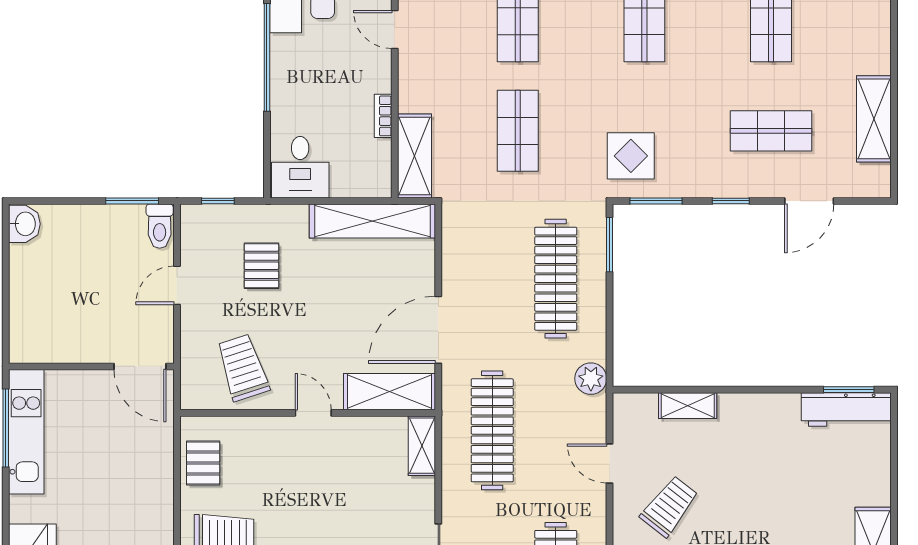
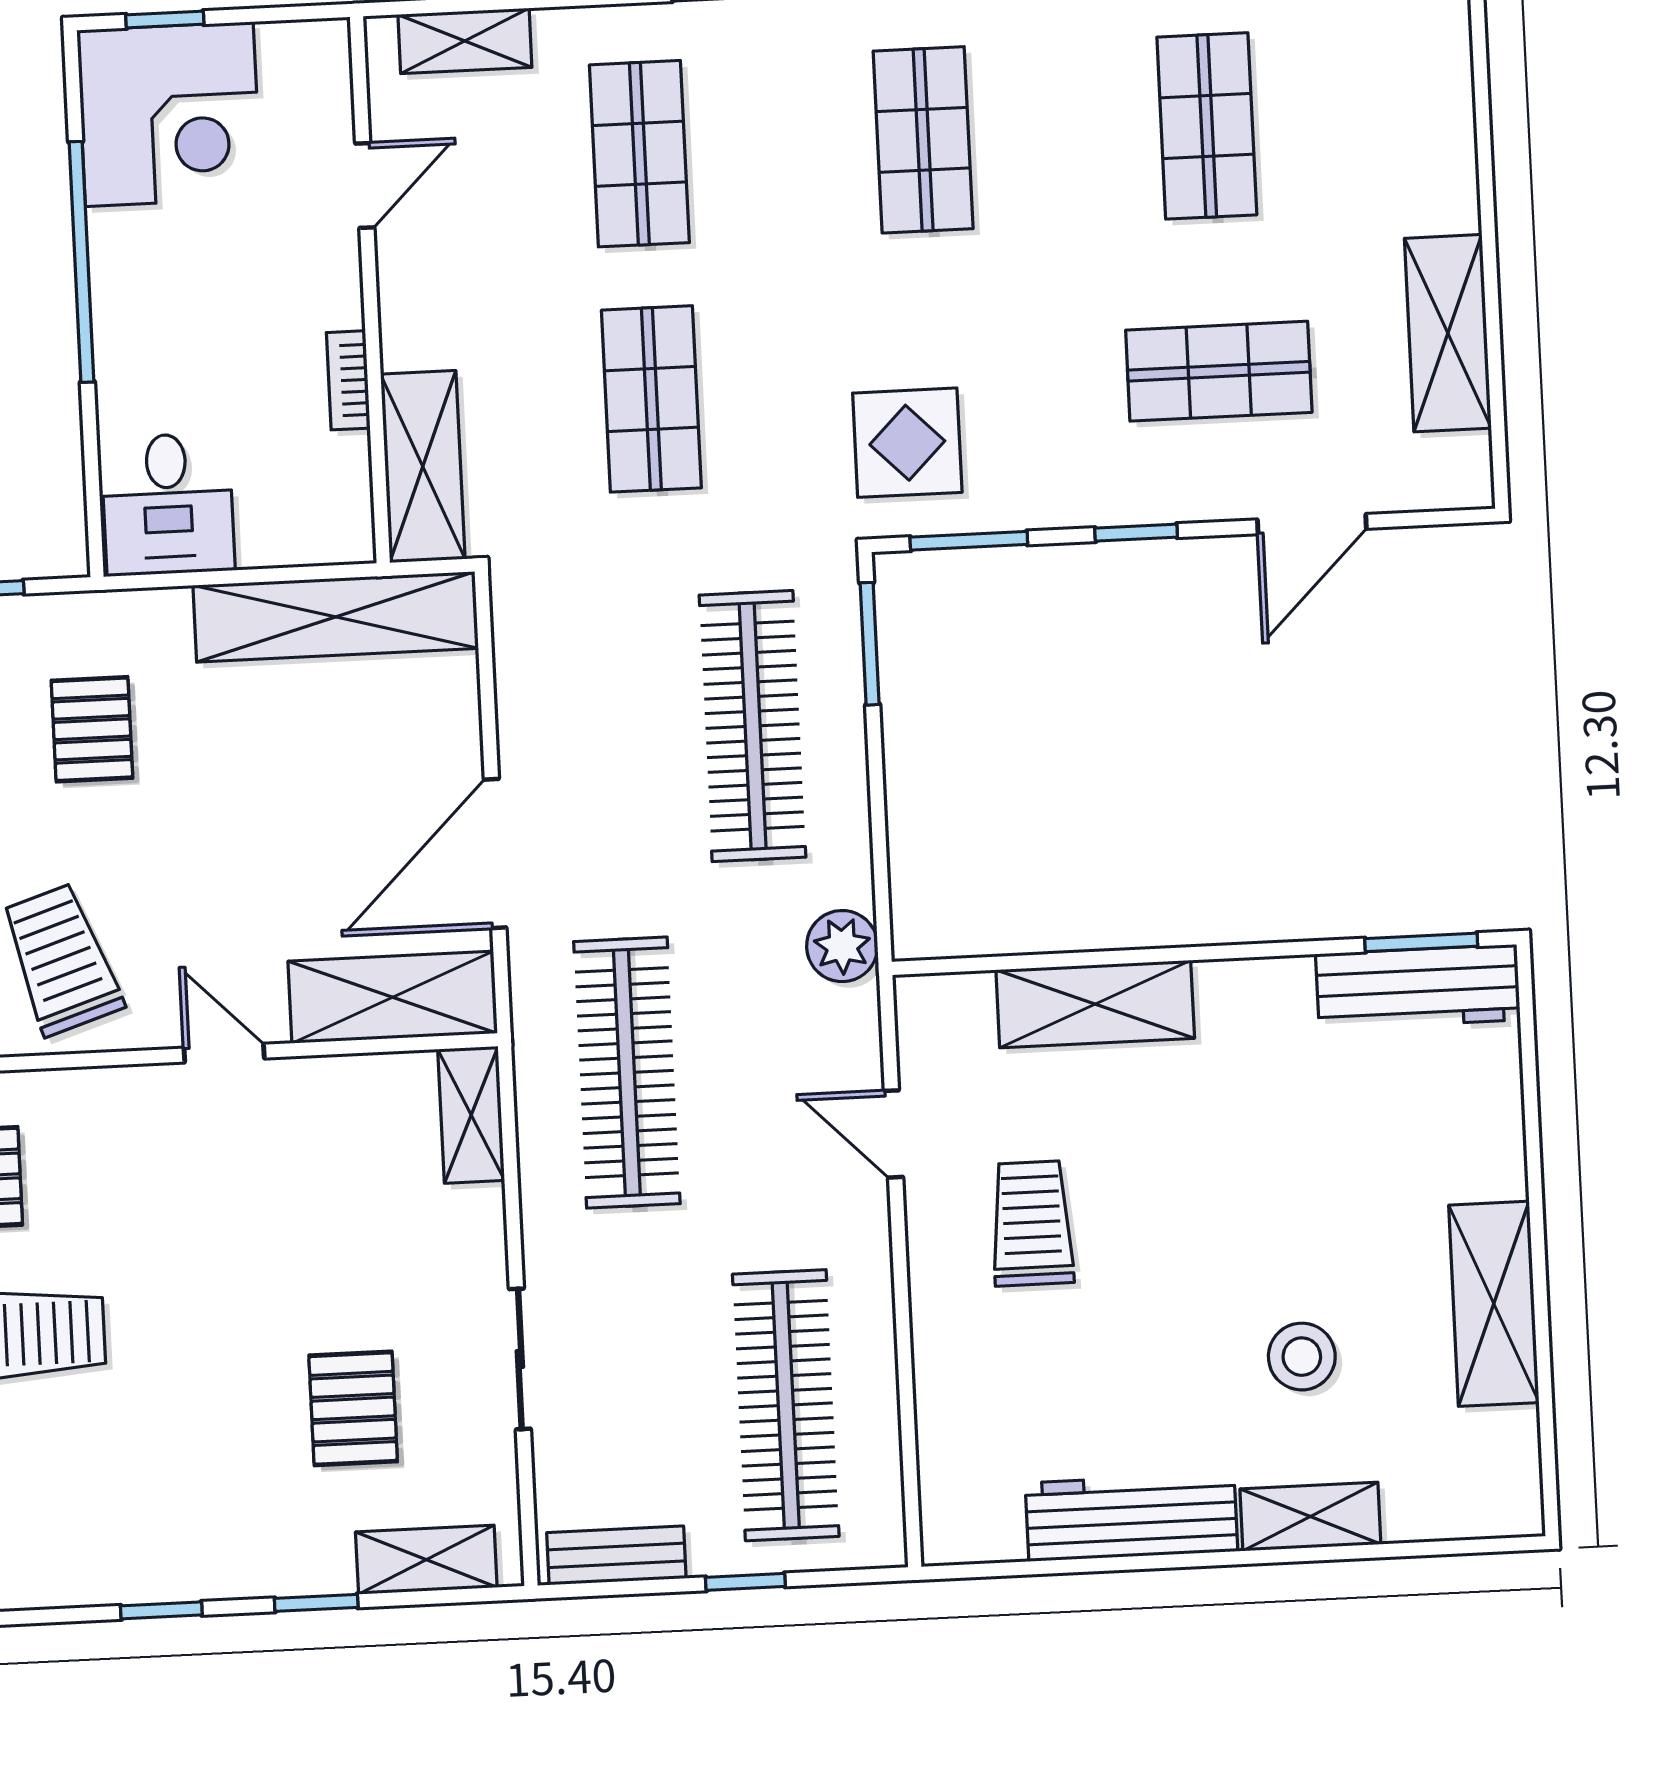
door: (395, 30) -> (365, 185), swing flipped
shelving: (688, 406) -> (1095, 1004), width x1.50, depth x1.33
trolley: (669, 506) -> (1032, 1223), turned -38

